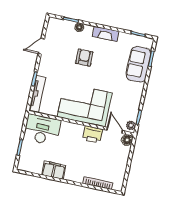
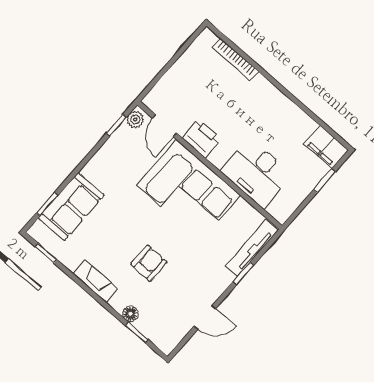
armchair: (84, 58) -> (149, 263), turned 180
desk: (42, 130) -> (257, 173), moved
floor lamp: (127, 140) -> (154, 100), removed
filing cabinet: (54, 170) -> (326, 147), moved

